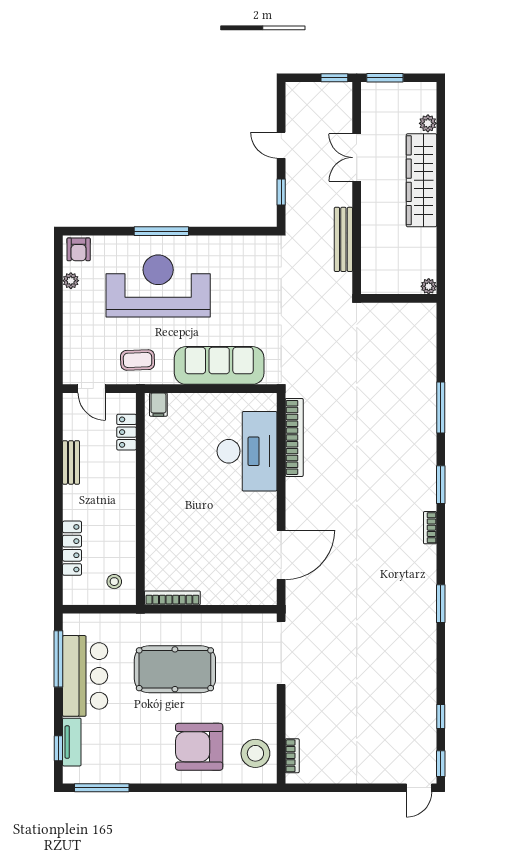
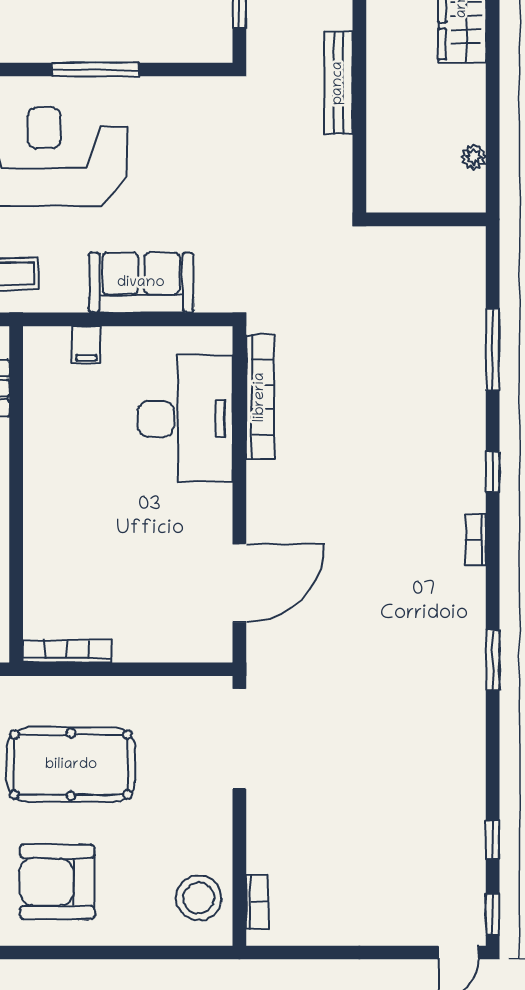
window: (161, 231) -> (95, 69), moved
wall: (399, 298) -> (426, 219), moved
sofa: (219, 365) -> (141, 283), width x0.73
filing cabinet: (158, 405) -> (86, 345), moved
window: (441, 485) -> (493, 472), width x0.67
armchair: (199, 747) -> (57, 882), moved

